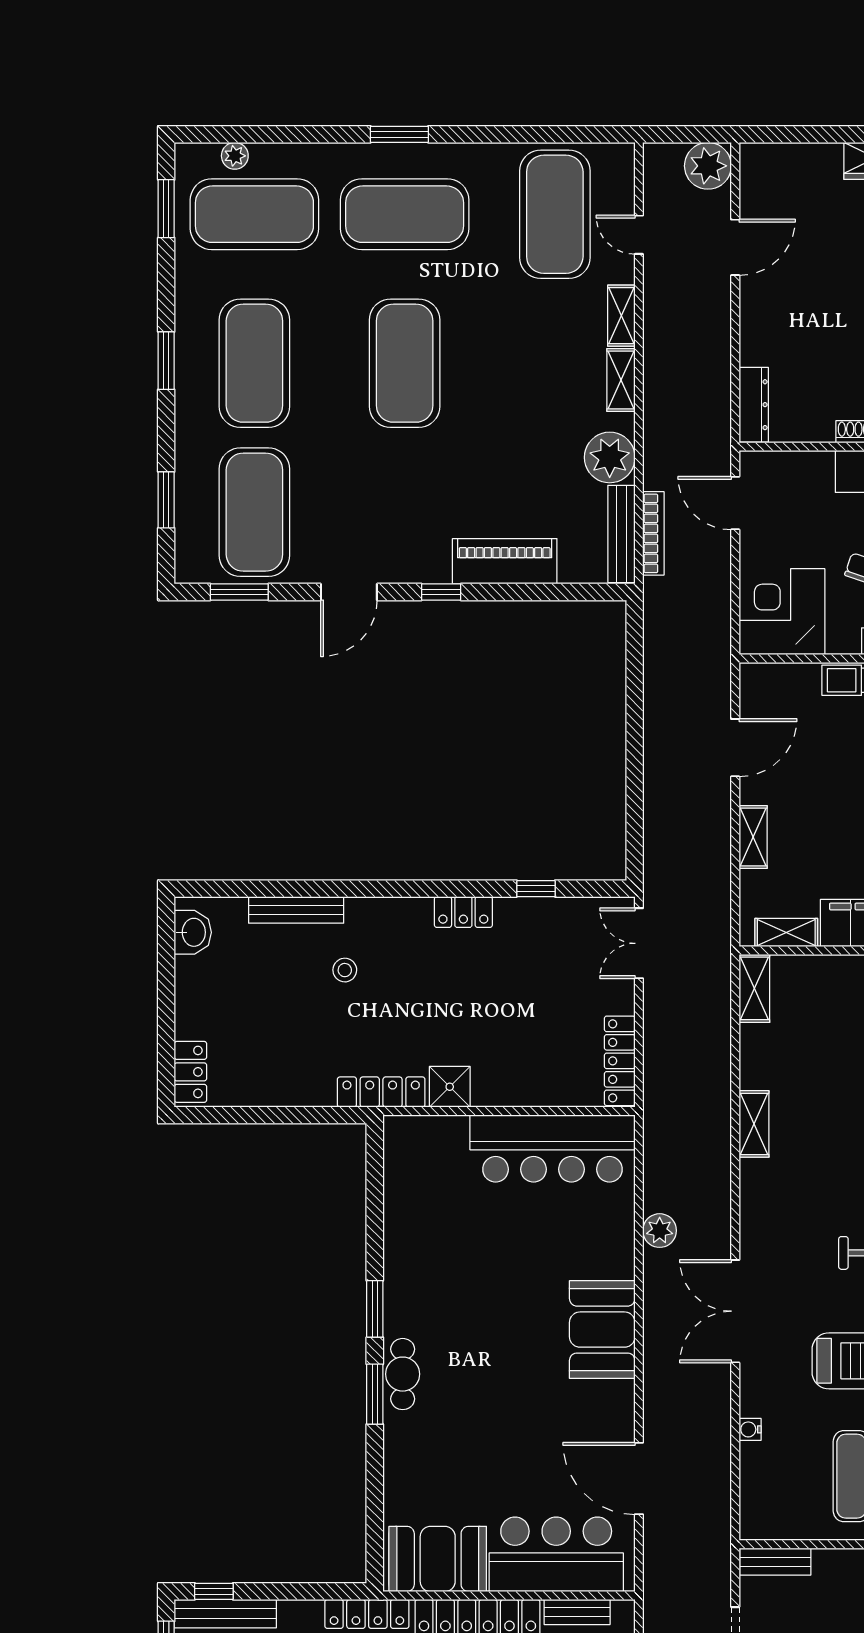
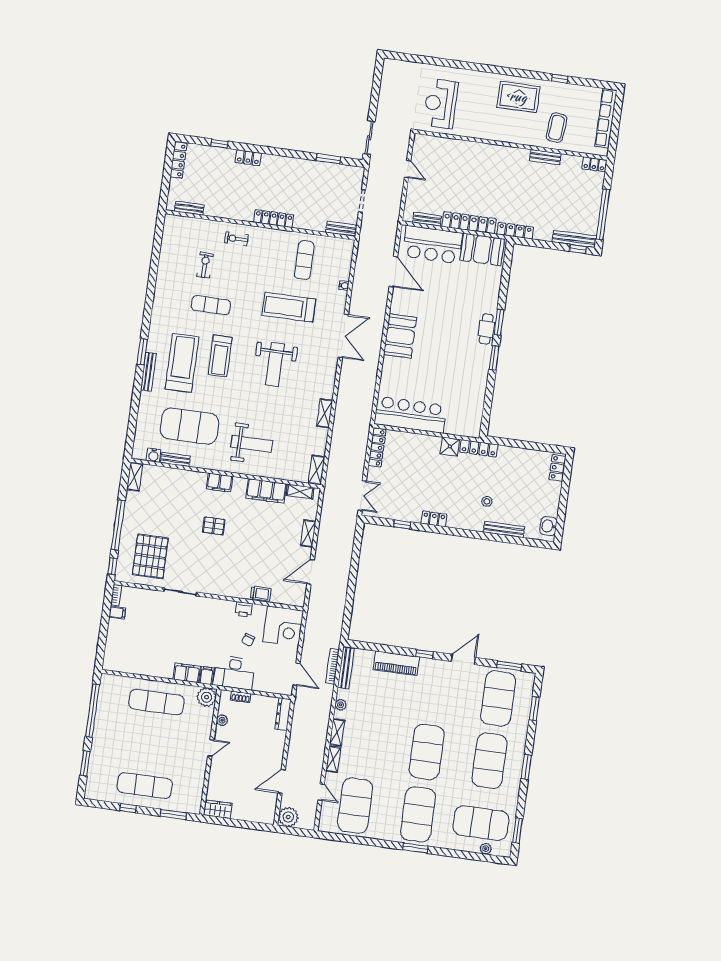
exercise mat: (405, 214) -> (418, 814), turned 90
plant: (610, 457) -> (341, 705), width x0.53, depth x0.53
plant: (660, 1231) -> (370, 374), removed

